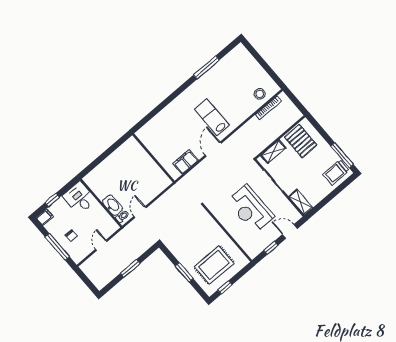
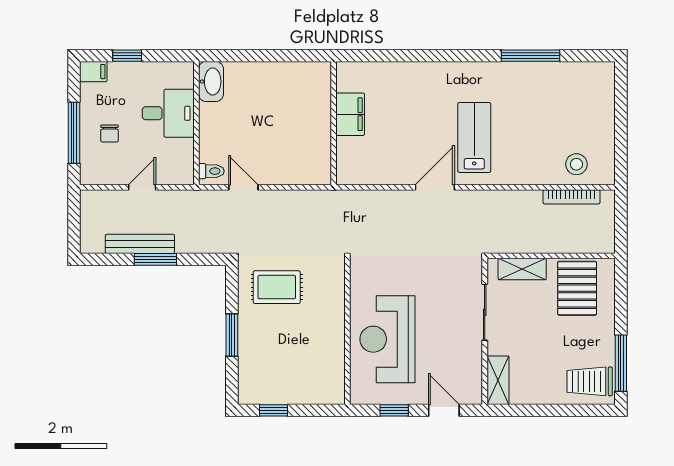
filing cabinet: (186, 162) -> (350, 114), moved, turned 90
desk: (79, 198) -> (168, 113), moved, turned 90
washbasin: (113, 205) -> (211, 81), moved
reception desk: (250, 209) -> (387, 339), moved
door: (140, 212) -> (243, 187), hinge flipped
rug: (214, 265) -> (277, 287), moved, width x0.73, depth x0.70
bench: (119, 268) -> (140, 244), added

